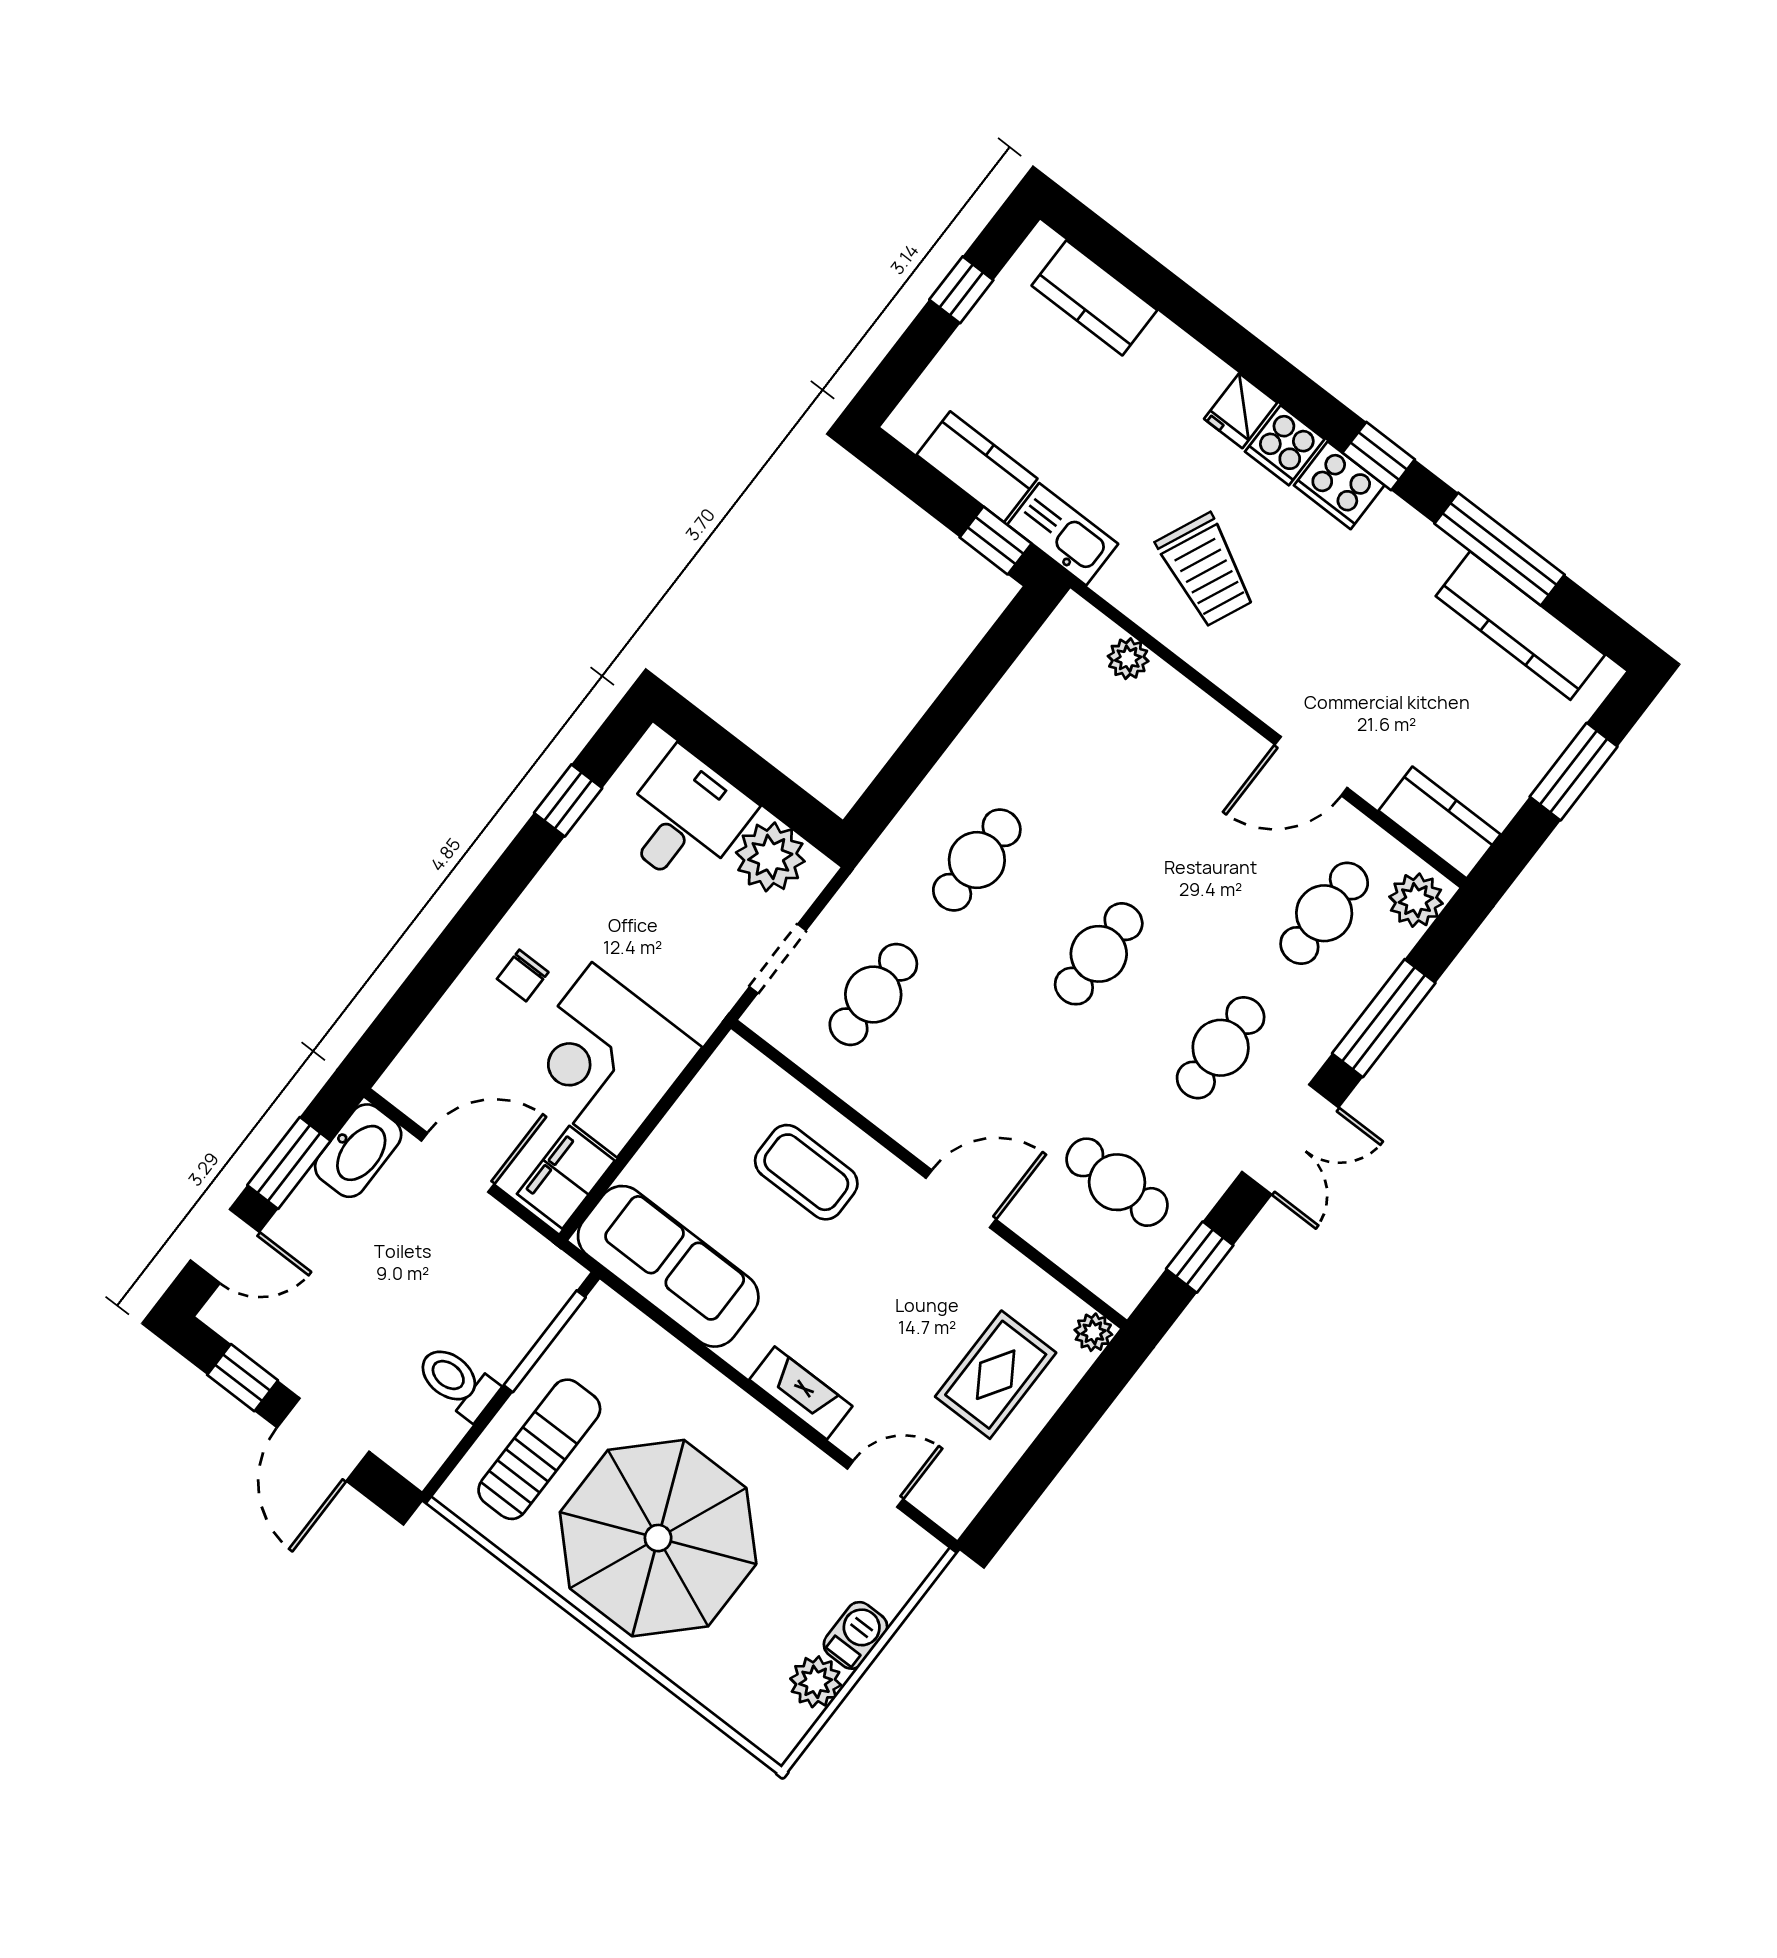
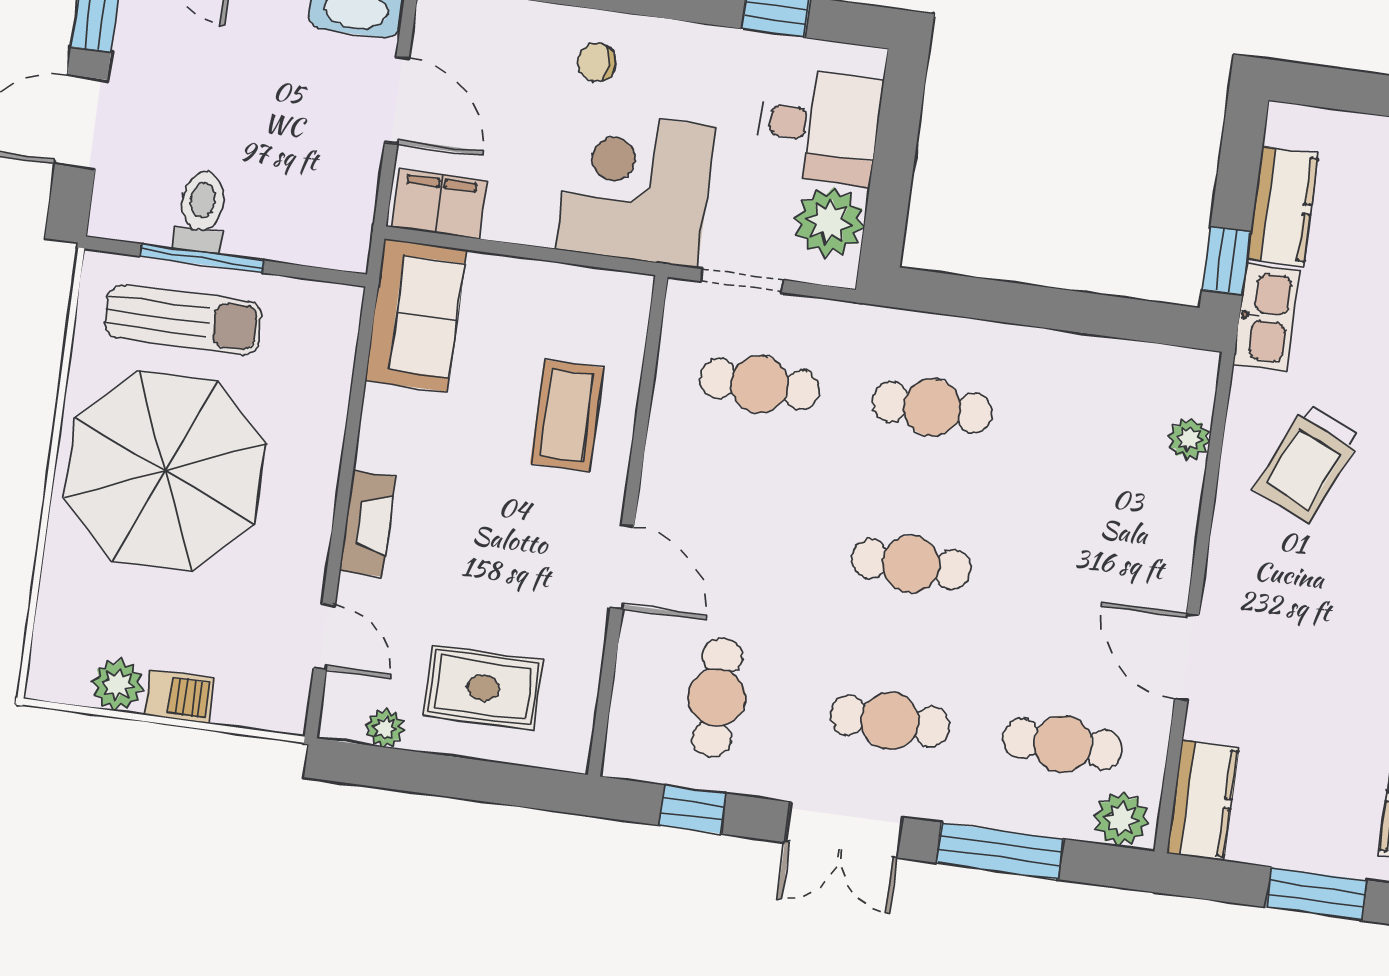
corner desk: (604, 1060) -> (636, 188), moved
sofa: (668, 1266) -> (416, 315), width x0.73
plant: (1093, 1332) -> (385, 728), moved
window: (545, 1341) -> (202, 258), moved

